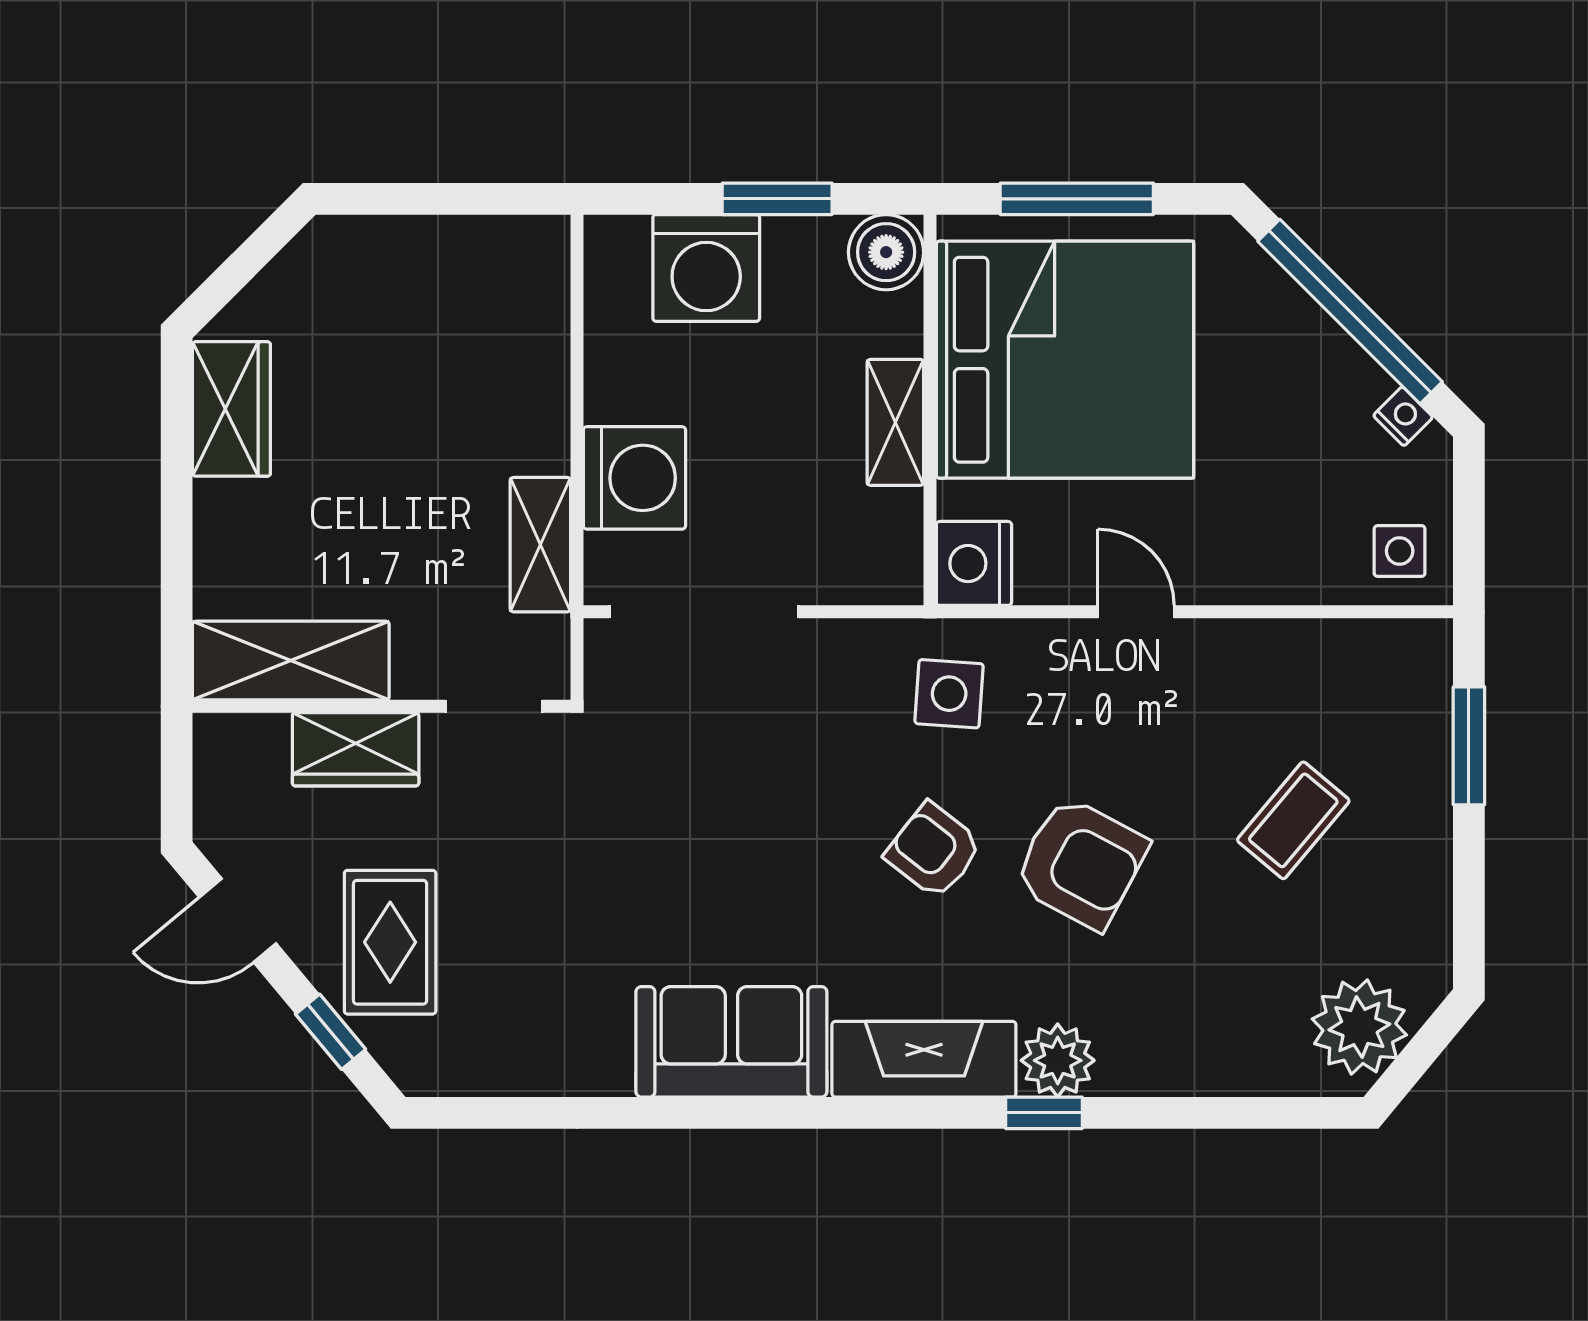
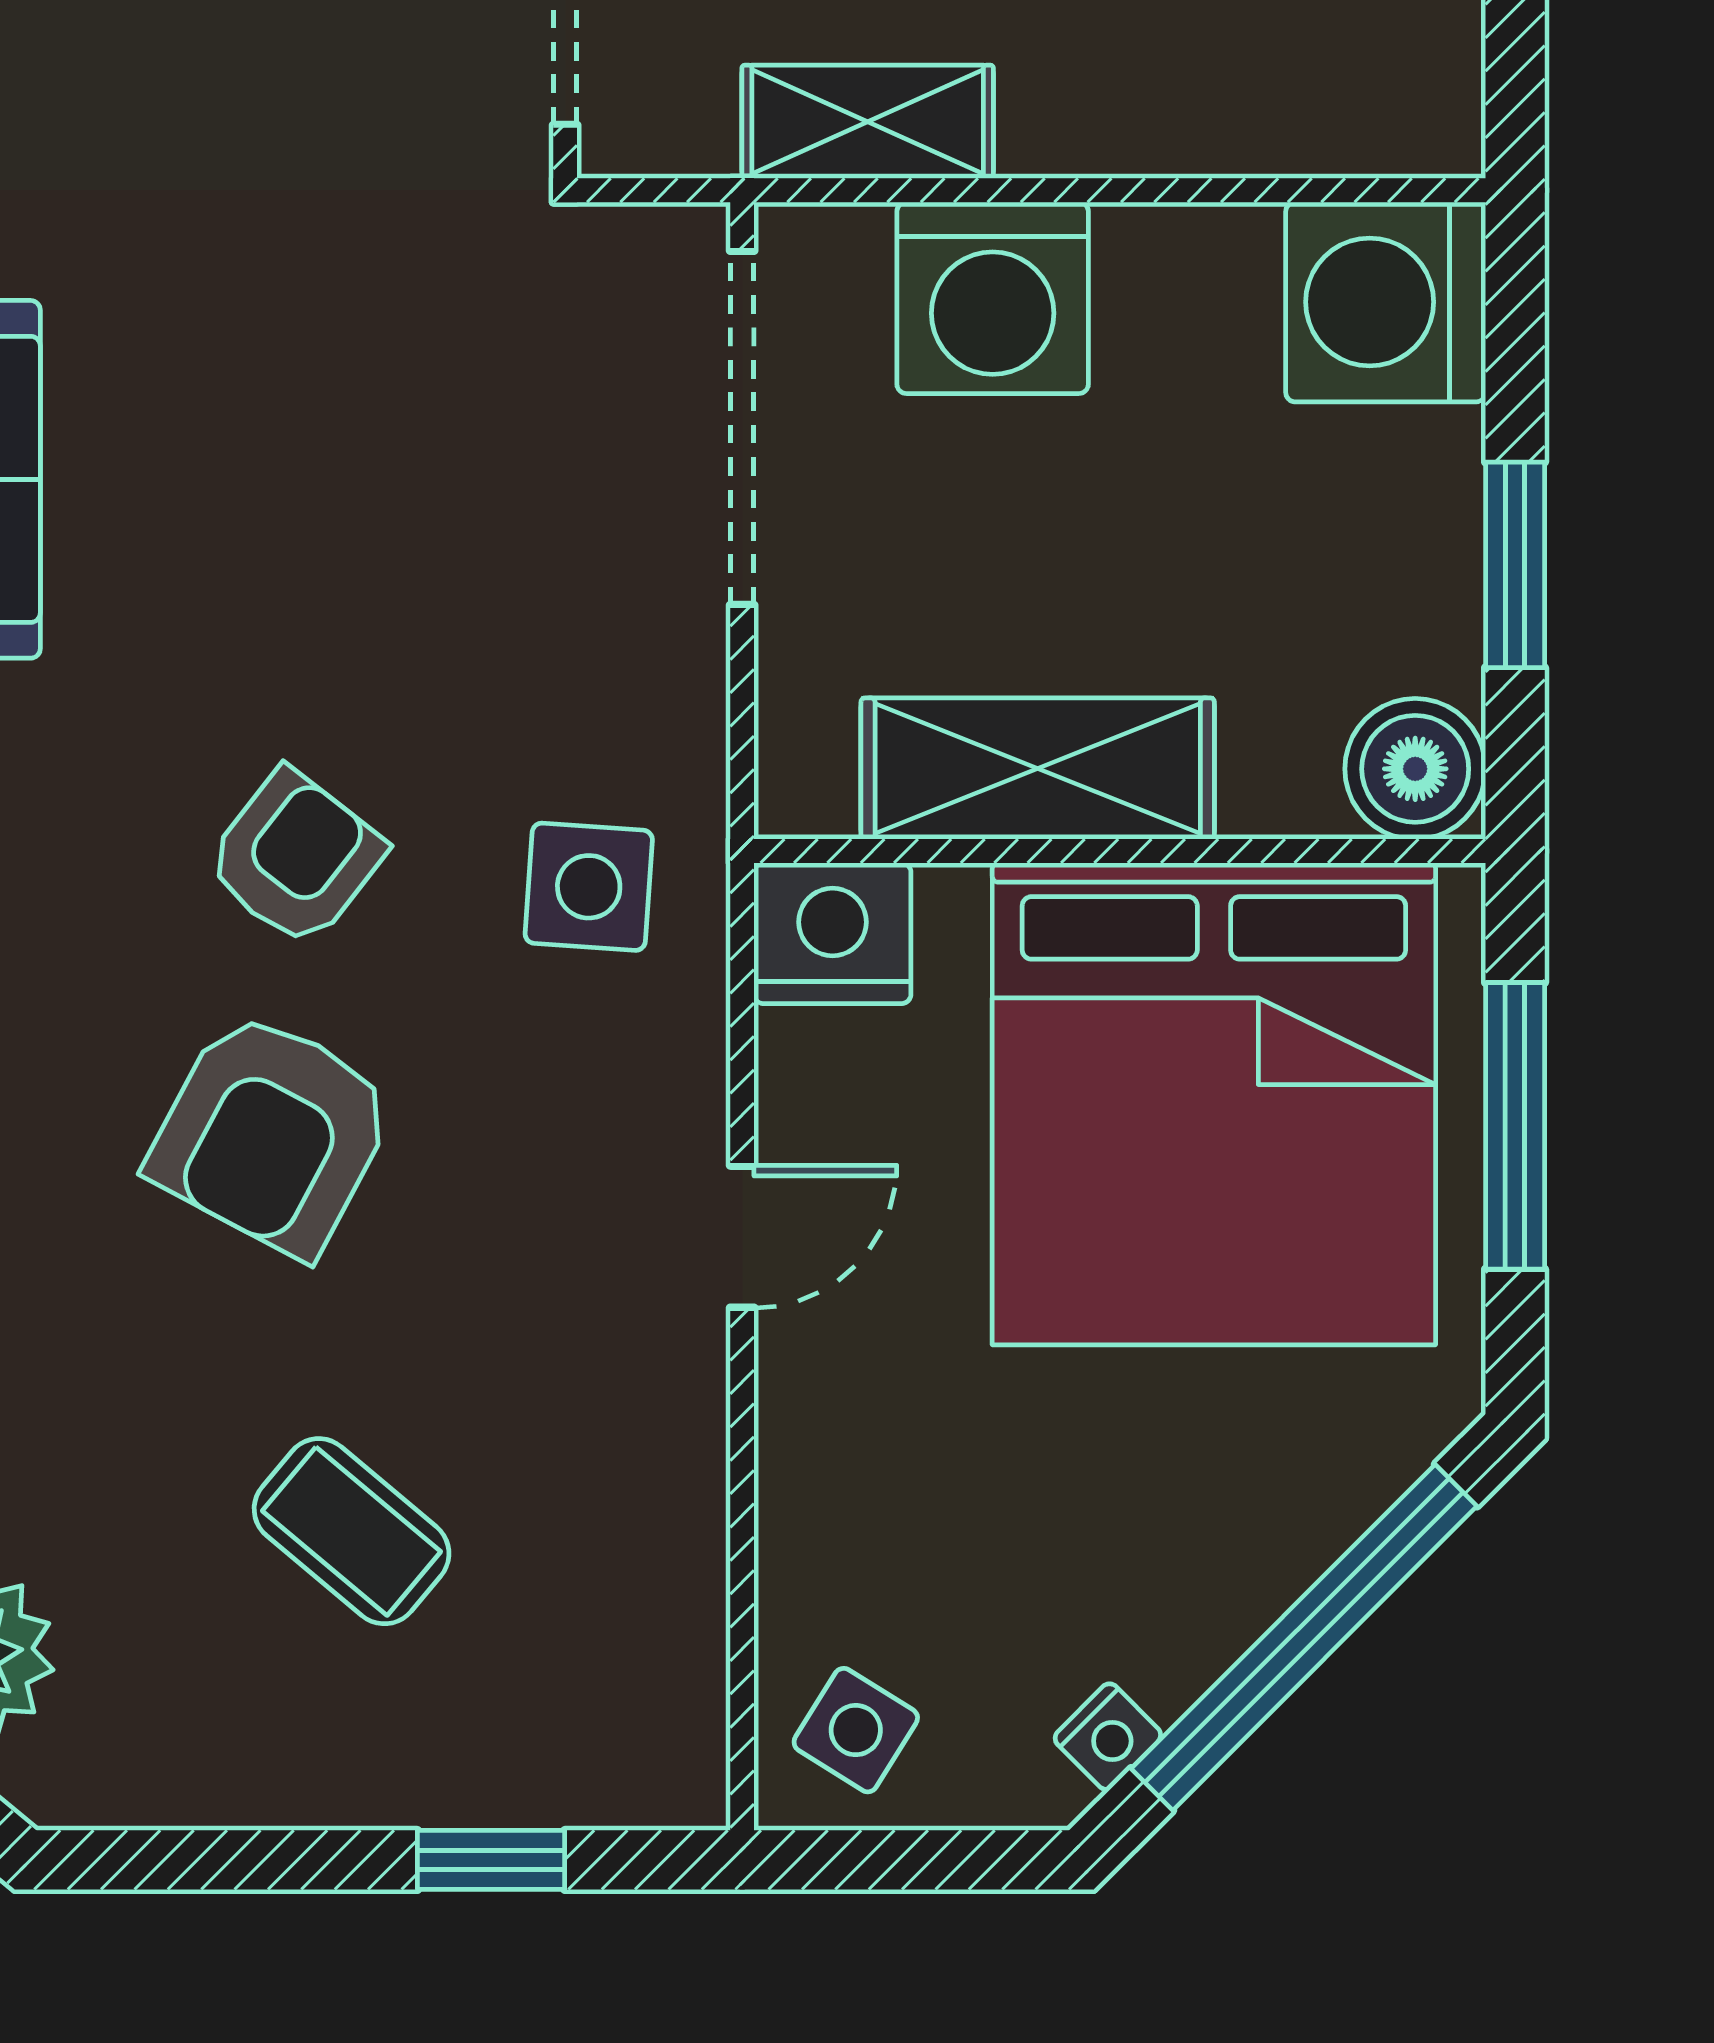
washing machine: (706, 268) -> (1386, 302), moved
shelving: (895, 422) -> (1038, 769), width x1.50, depth x1.33
side table: (1400, 551) -> (856, 1730), turned 32
window: (1469, 746) -> (491, 1860), width x0.67

